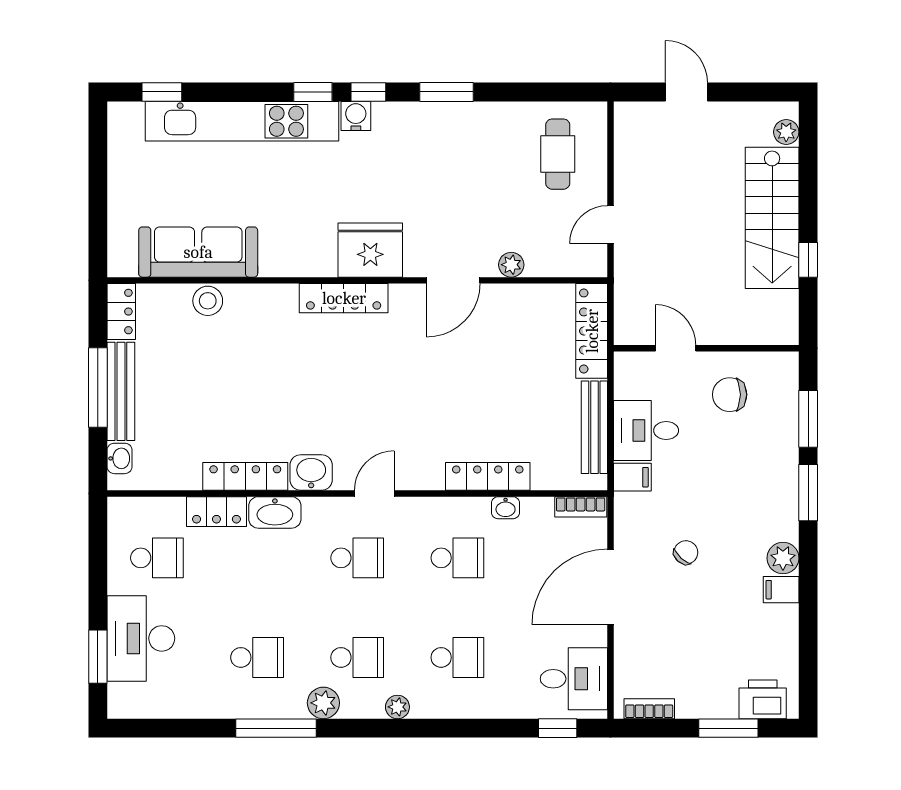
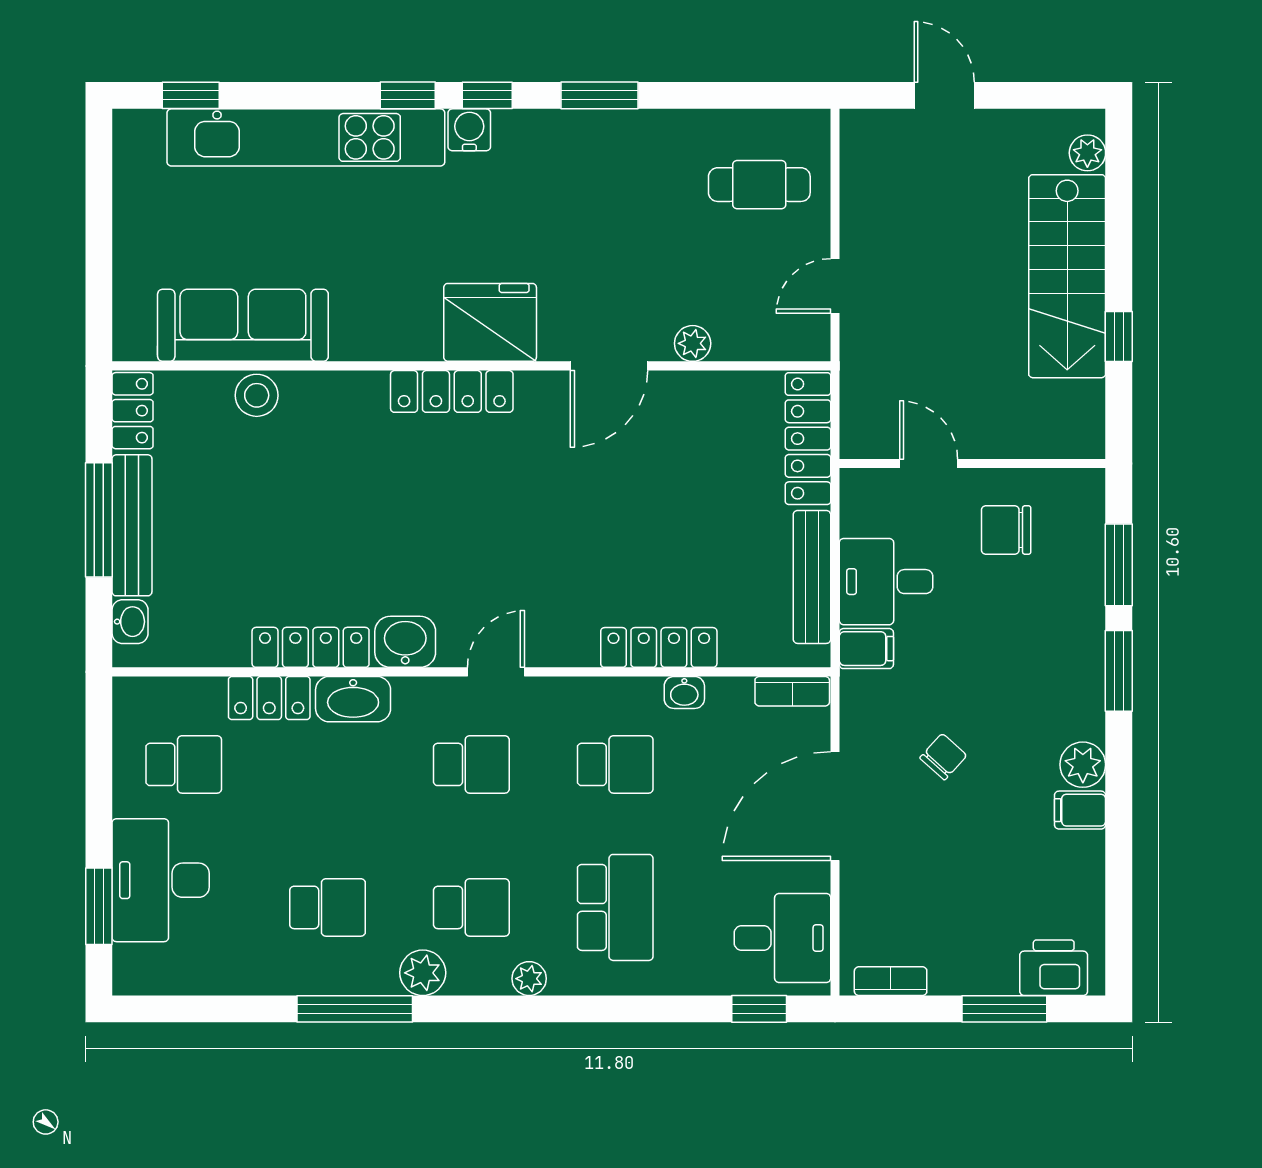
cafe table: (558, 154) -> (759, 185), turned 90
school desk: (457, 657) -> (615, 907), width x1.85

